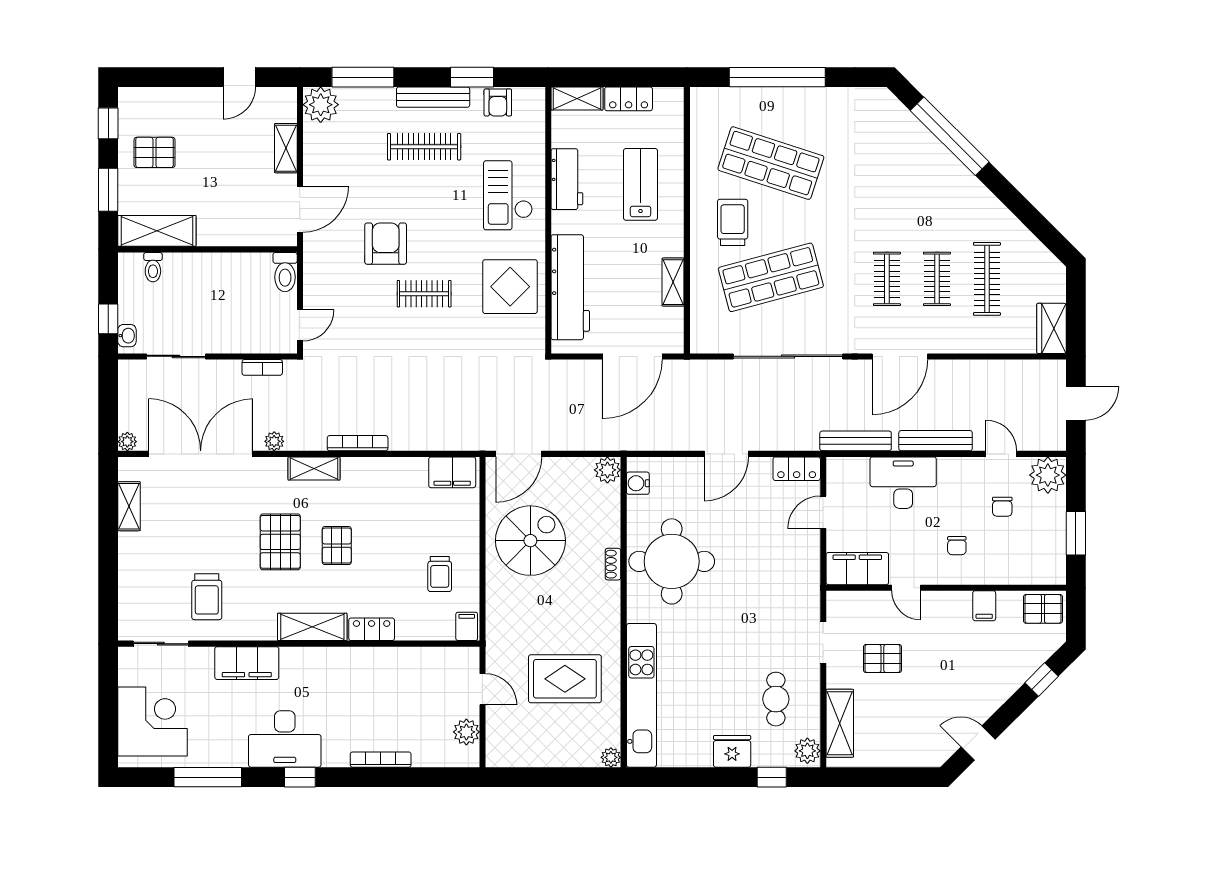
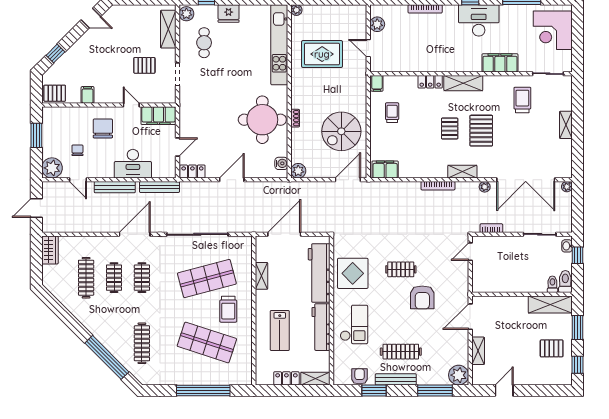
clothes rail: (887, 162) -> (142, 343), added
workbench: (567, 179) -> (321, 327), width x1.38
toilet: (285, 272) -> (565, 281), moved
shelving: (129, 506) -> (566, 125), moved
chair: (957, 546) -> (103, 128), width x1.87, depth x1.87

